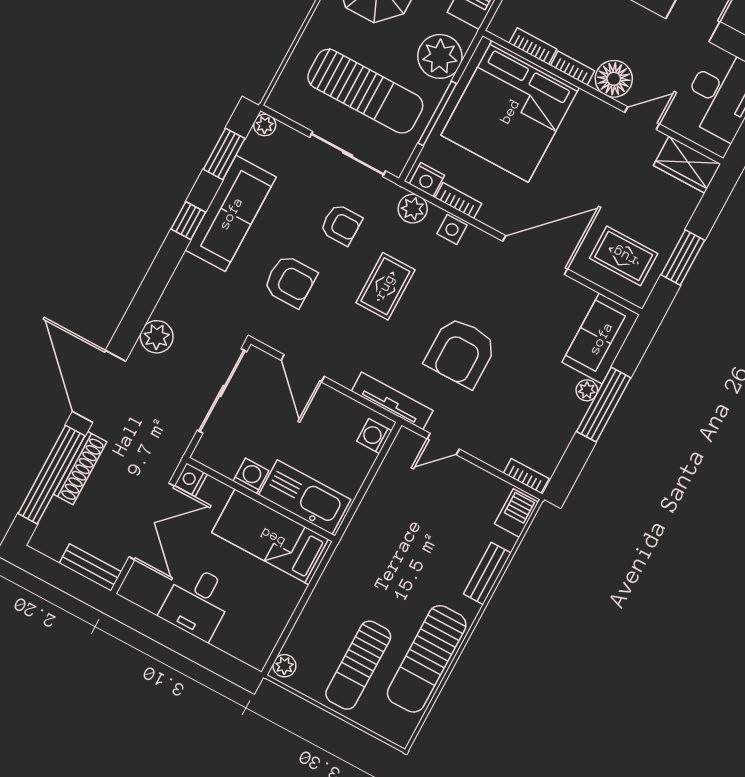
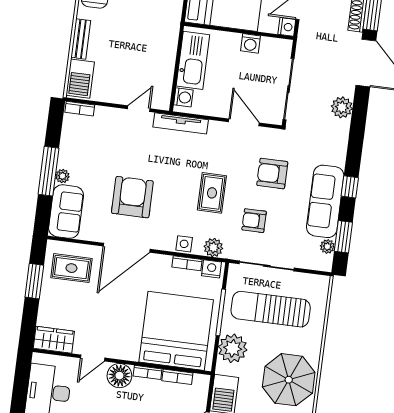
plant: (265, 125) -> (327, 246), moved
armchair: (461, 352) -> (132, 197), moved
kitchen sink: (305, 497) -> (193, 60), moved, turned -90
barbecue: (516, 513) -> (80, 79), width x1.38, depth x1.27

